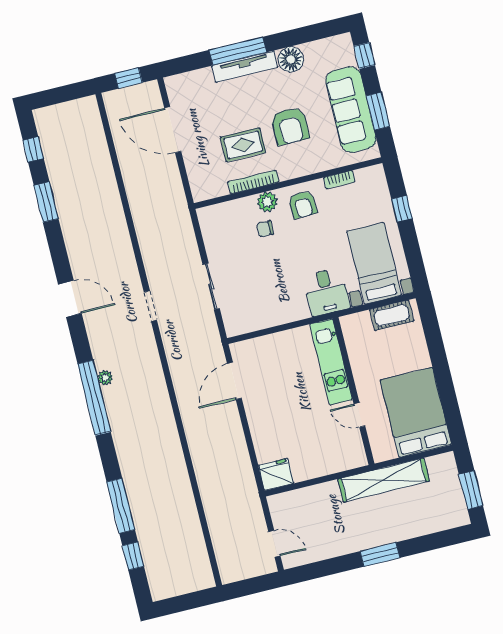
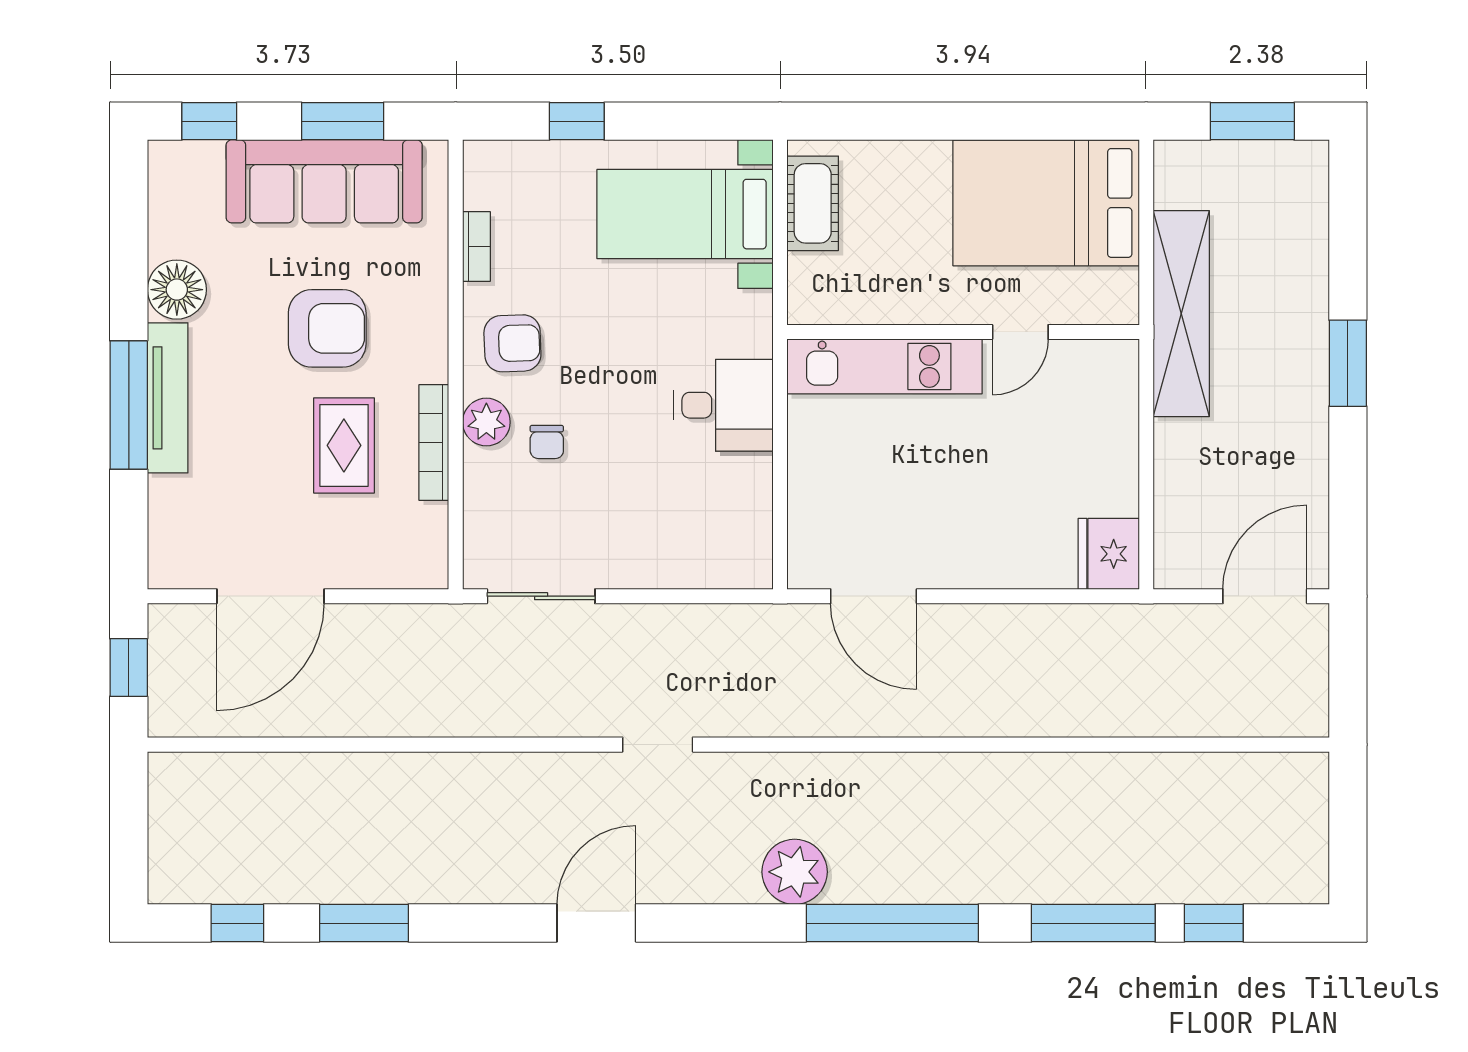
sliding door: (211, 286) -> (541, 596), moved
desk: (326, 292) -> (724, 405), moved
plant: (105, 378) -> (795, 872), width x1.88, depth x1.88
window: (94, 398) -> (892, 923), moved
door: (274, 544) -> (1265, 596), width x1.38

